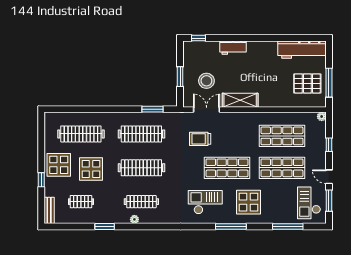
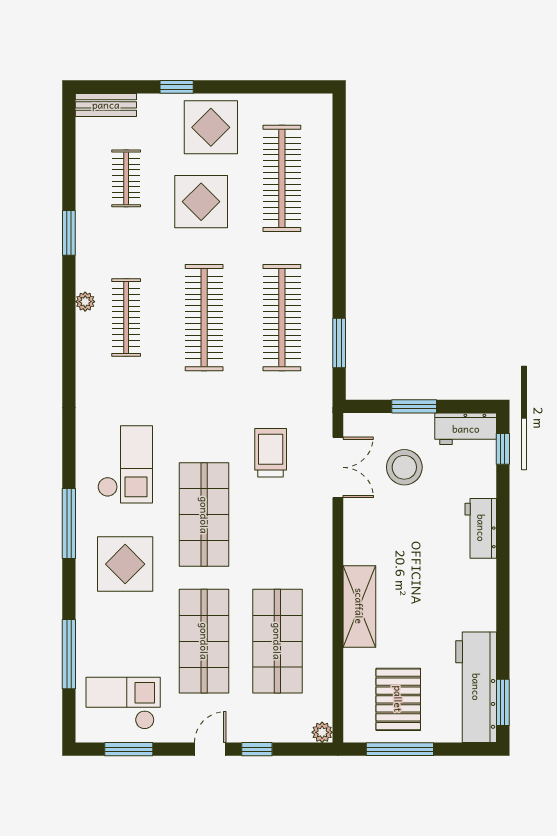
window: (309, 38) -> (503, 702), added
workbench: (190, 54) -> (466, 429), added
shelving: (240, 100) -> (359, 606), moved
door: (329, 177) -> (210, 749), moved

